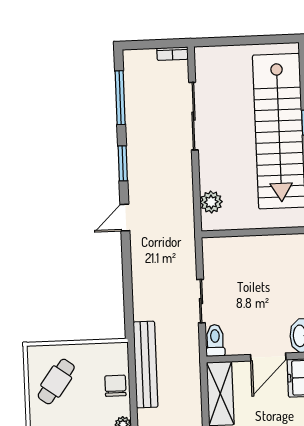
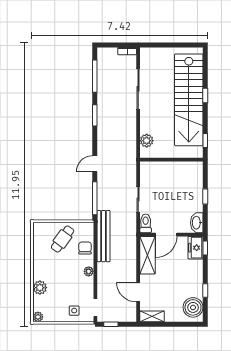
door: (125, 218) -> (95, 164), moved
window: (128, 302) -> (95, 198), added
door: (268, 357) -> (166, 235), moved
cafe table: (56, 382) -> (63, 239), moved

